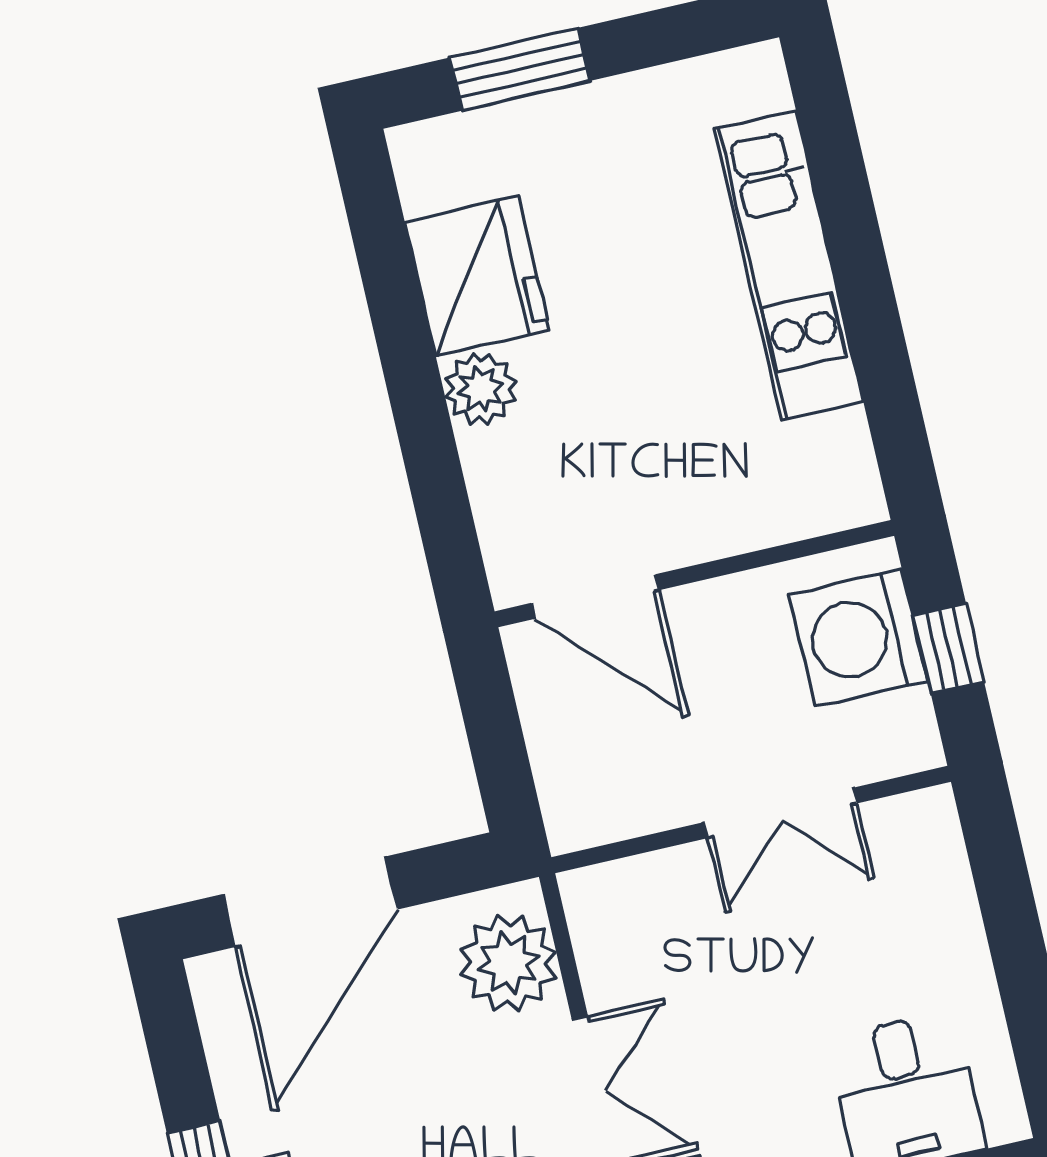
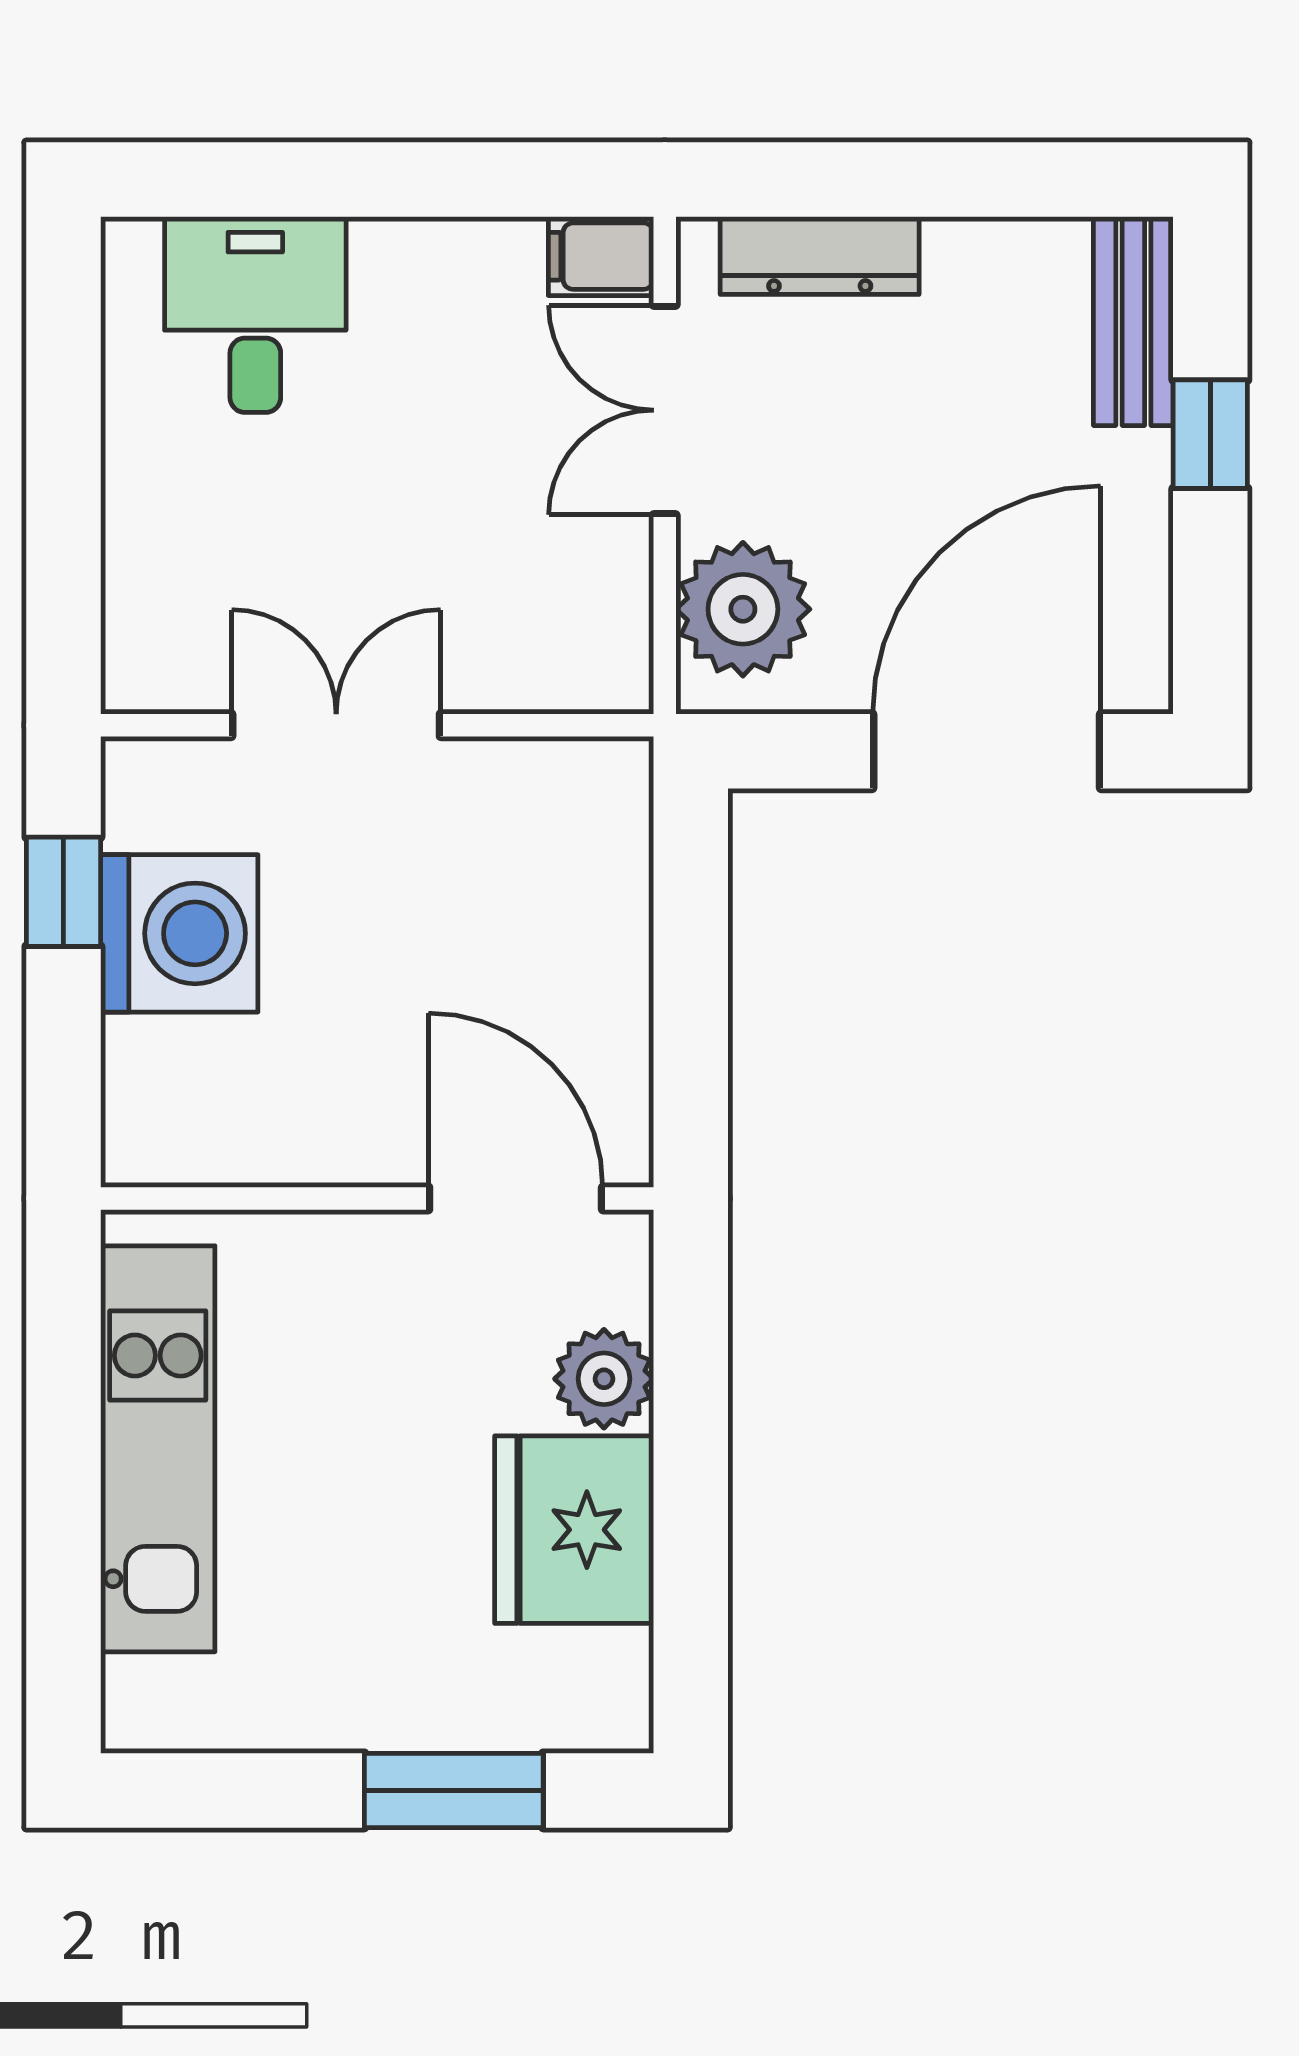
wall: (694, 574) -> (377, 1198), moved
door: (595, 597) -> (516, 1198), moved

